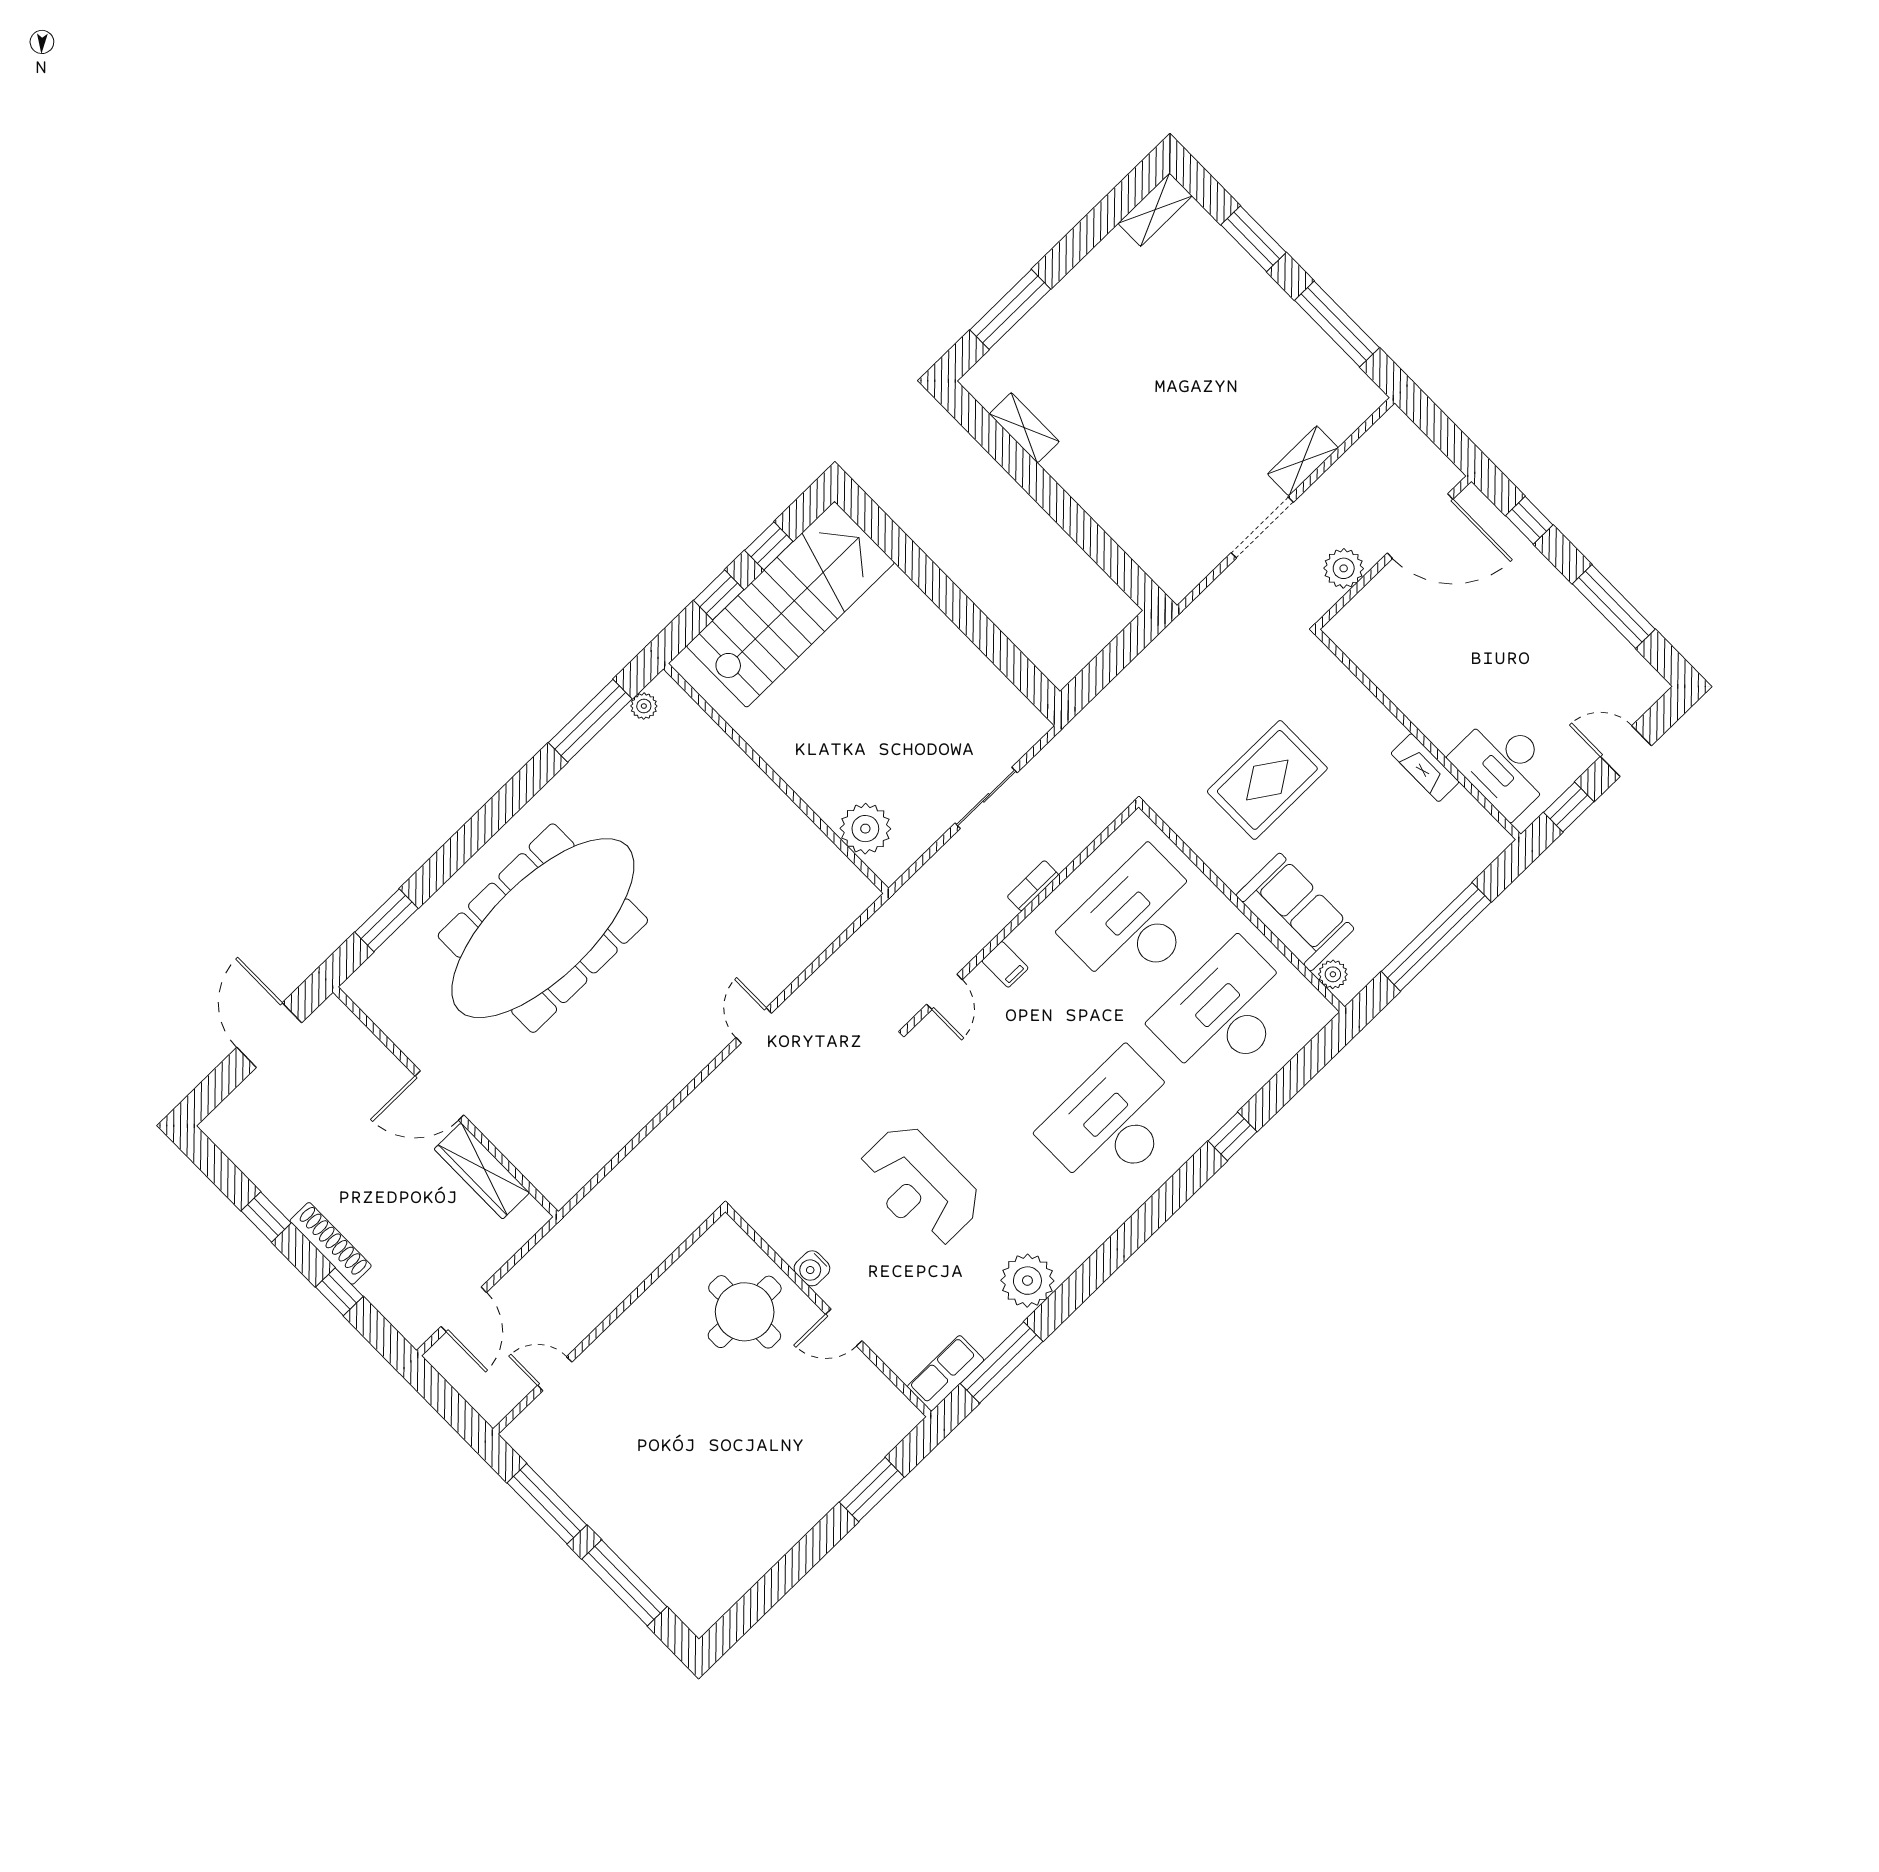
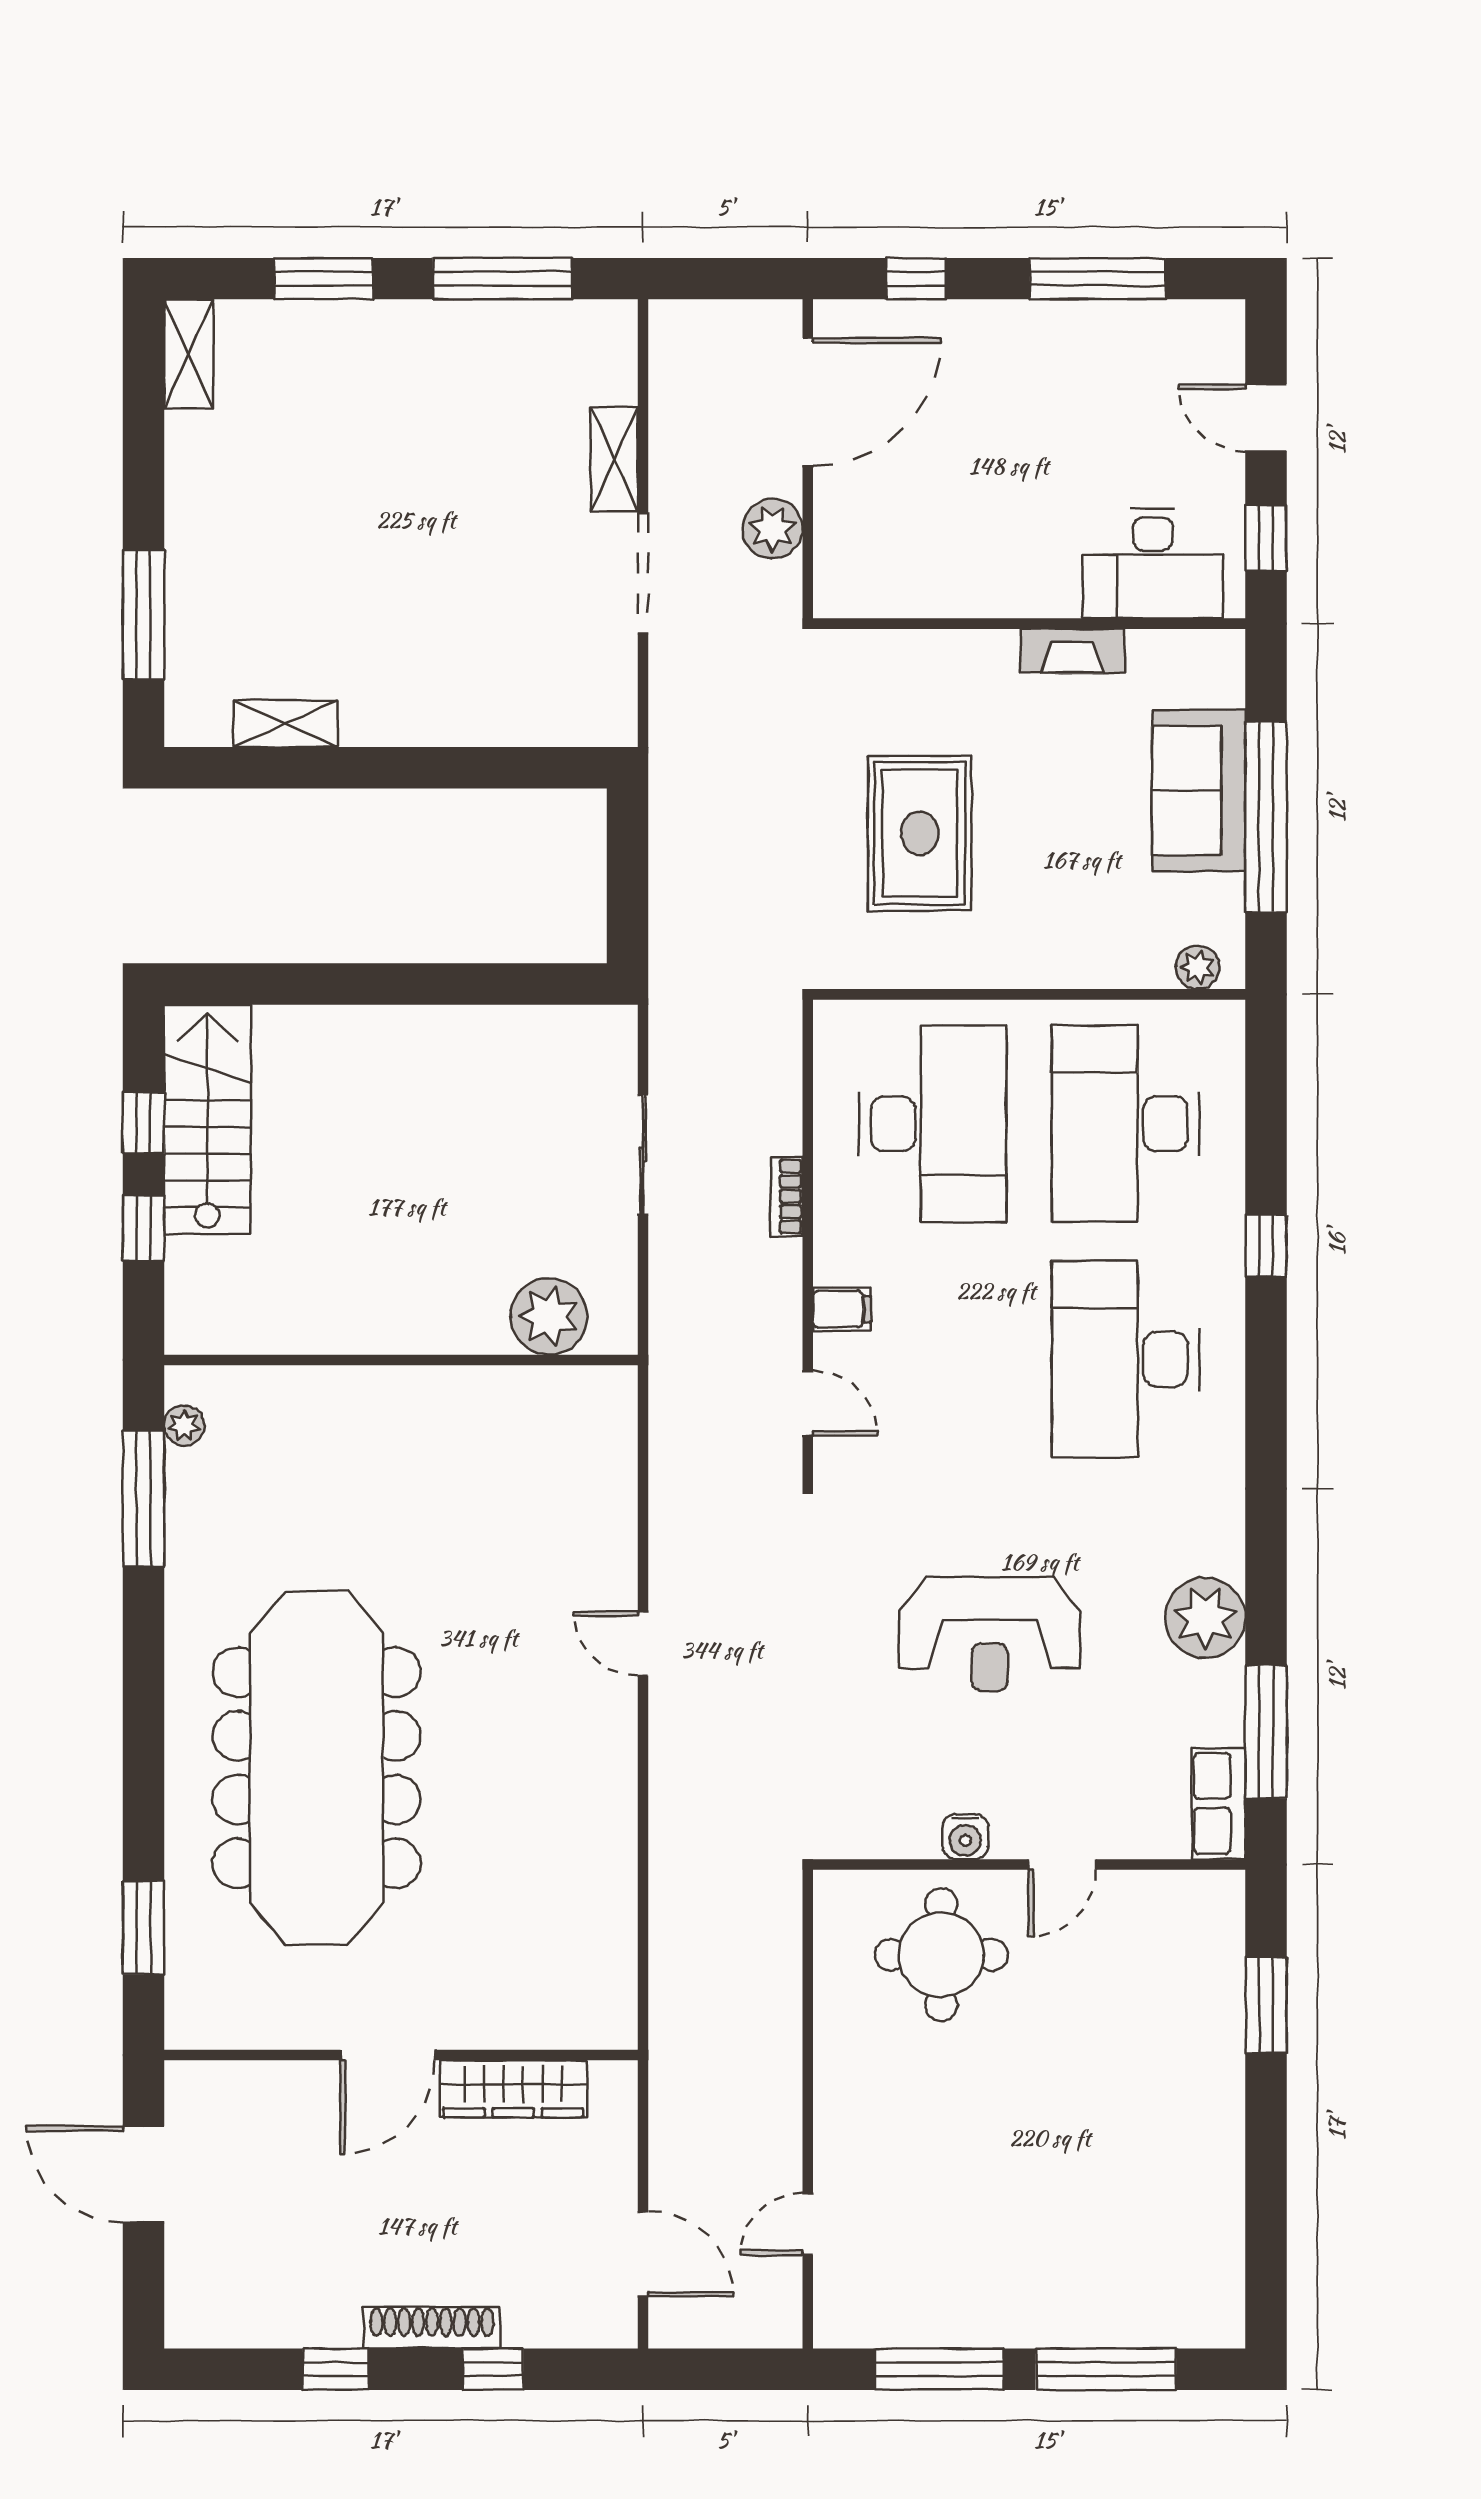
stairs: (791, 604) -> (207, 1119), width x0.73, depth x0.66
door: (1626, 751) -> (1266, 418), hinge flipped
sofa: (1295, 912) -> (1199, 790), moved, turned -90
desk: (1135, 921) -> (933, 1124), turned 180

